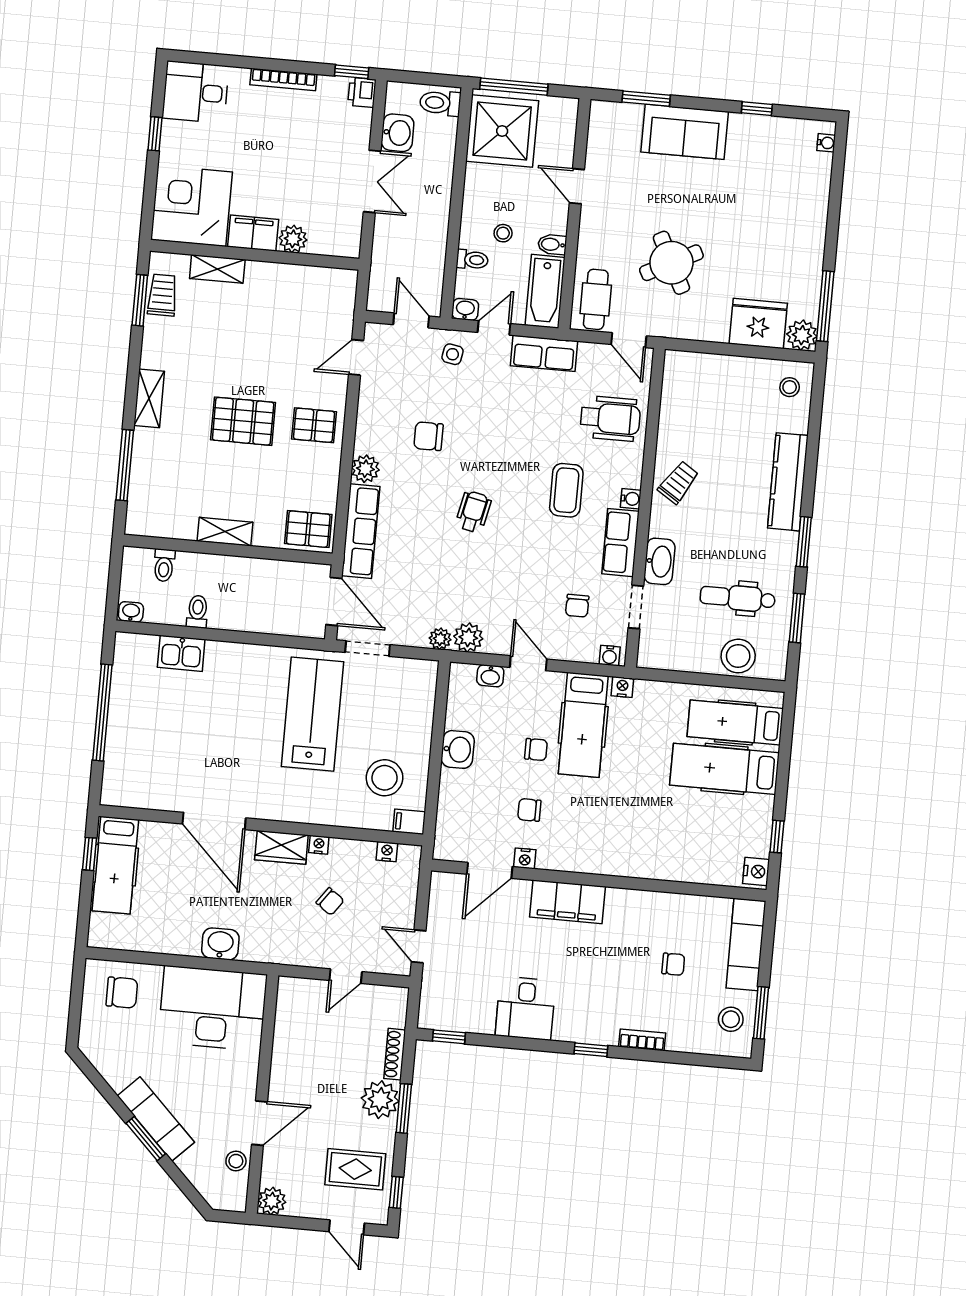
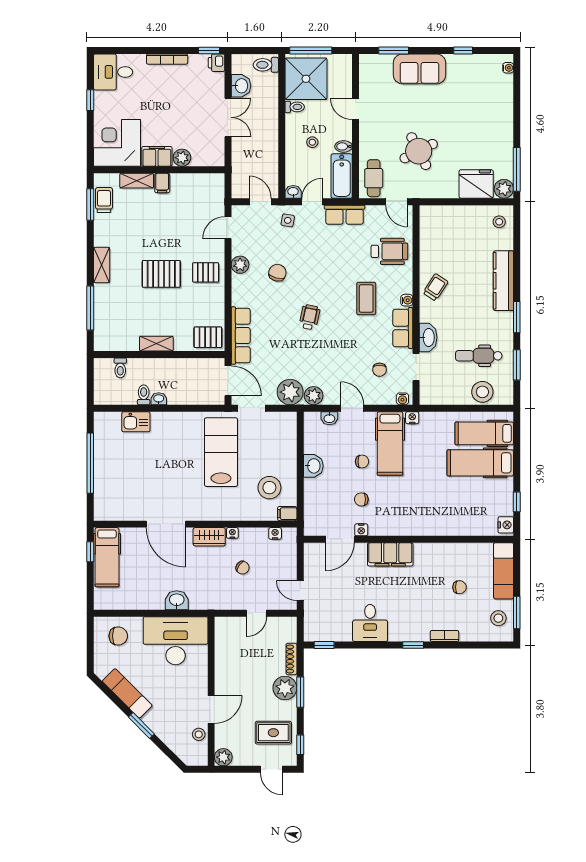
toilet: (472, 260) -> (295, 107), moved
filing cabinet: (258, 276) -> (162, 183), added
chair: (428, 436) -> (277, 273), turned 105
plant: (365, 469) -> (240, 265), moved
washbasin: (131, 612) -> (159, 399), moved
plant: (440, 639) -> (290, 392), width x1.88, depth x1.88
exam couch: (156, 1119) -> (127, 693), moved

